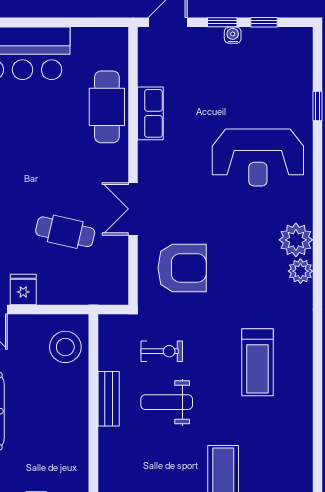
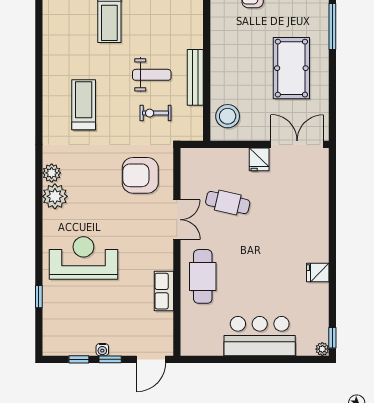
cafe table: (107, 107) -> (203, 276), moved
bench: (109, 399) -> (195, 77), width x1.36

